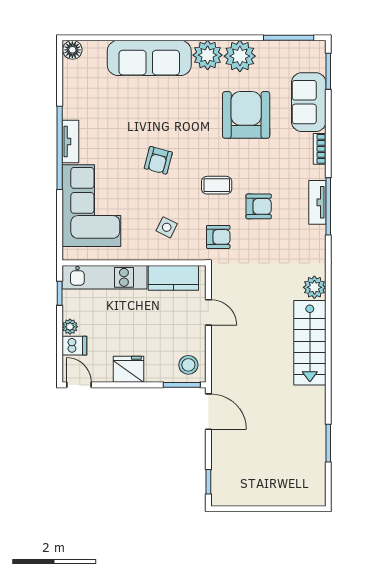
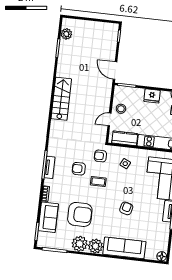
armchair: (246, 115) -> (80, 214), turned -90
armchair: (158, 160) -> (126, 208), moved
plant: (314, 287) -> (66, 34), moved
door: (208, 312) -> (109, 119), hinge flipped
stool: (188, 365) -> (121, 109), moved

